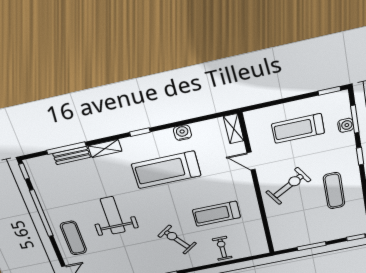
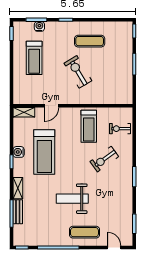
shelving: (234, 129) -> (24, 112), moved
water cooler: (182, 133) -> (19, 152), moved
door: (251, 161) -> (52, 106), moved
wall: (257, 186) -> (73, 106), moved

